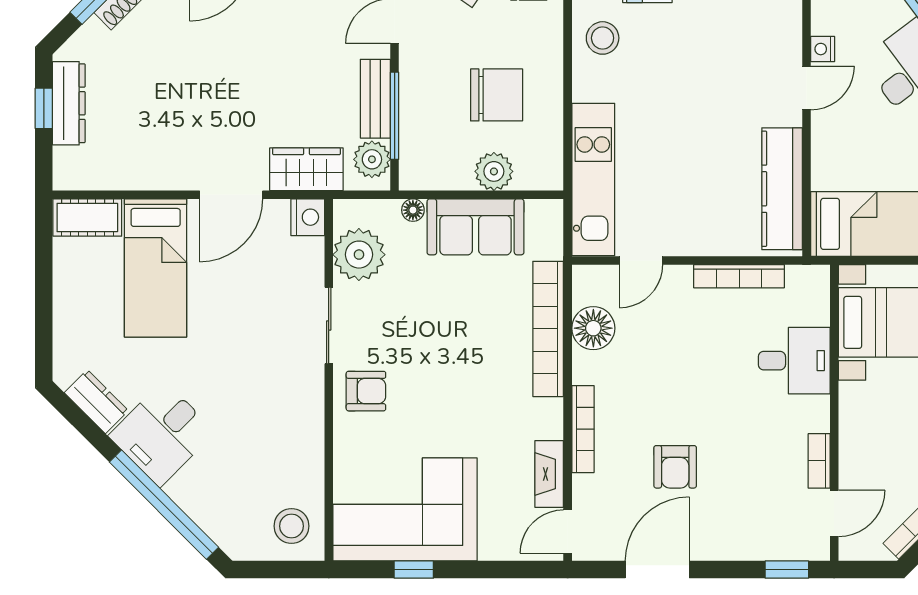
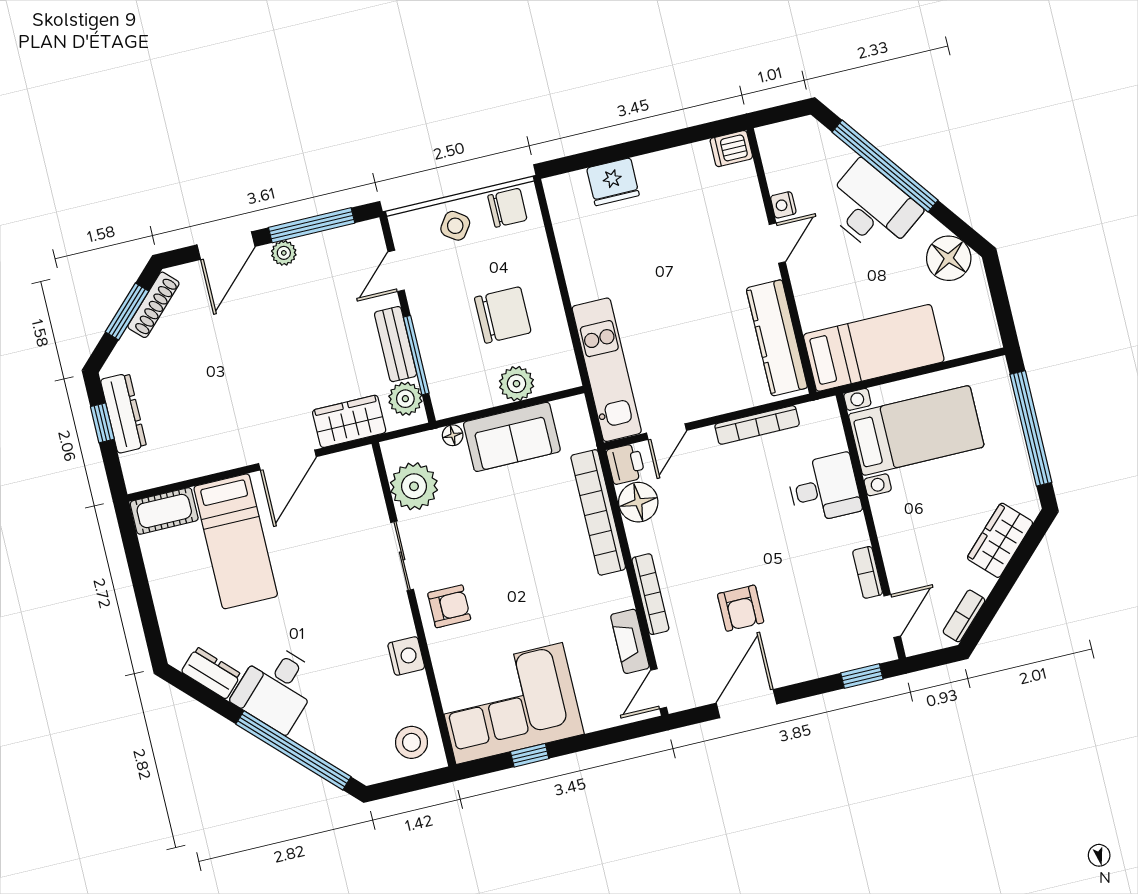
stool: (603, 38) -> (585, 242), removed
nightstand: (308, 217) -> (406, 656), moved
printer: (590, 284) -> (626, 464), added

